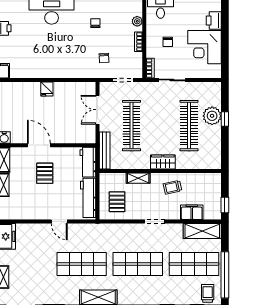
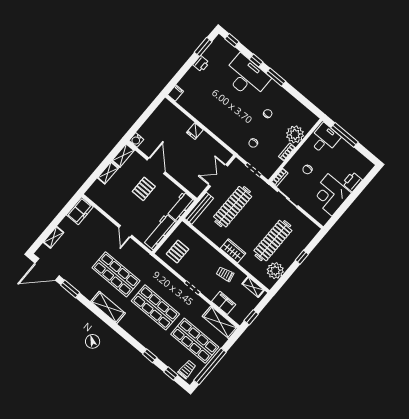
plant: (137, 21) -> (295, 134), width x1.88, depth x1.88
plant: (212, 116) -> (275, 271), moved
shelving: (138, 178) -> (253, 287), moved

